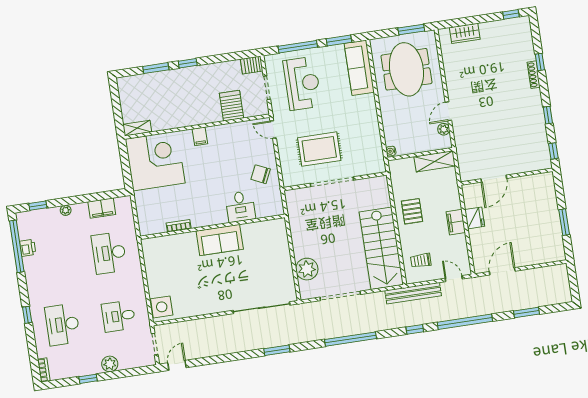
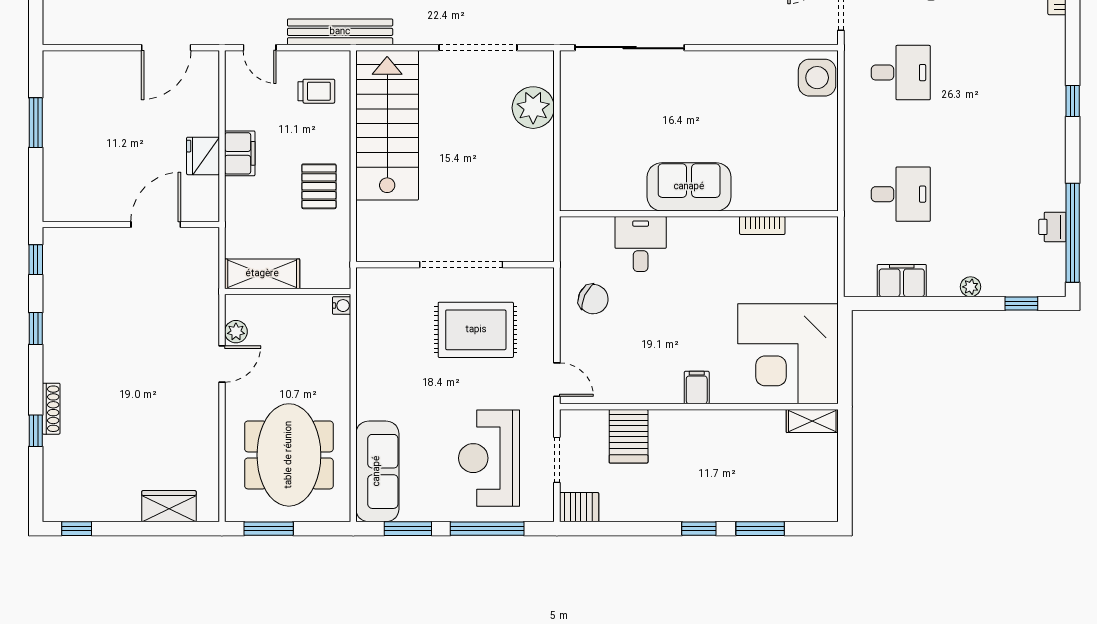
desk: (109, 253) -> (901, 194), width x0.73
desk: (63, 325) -> (1009, 73), removed

